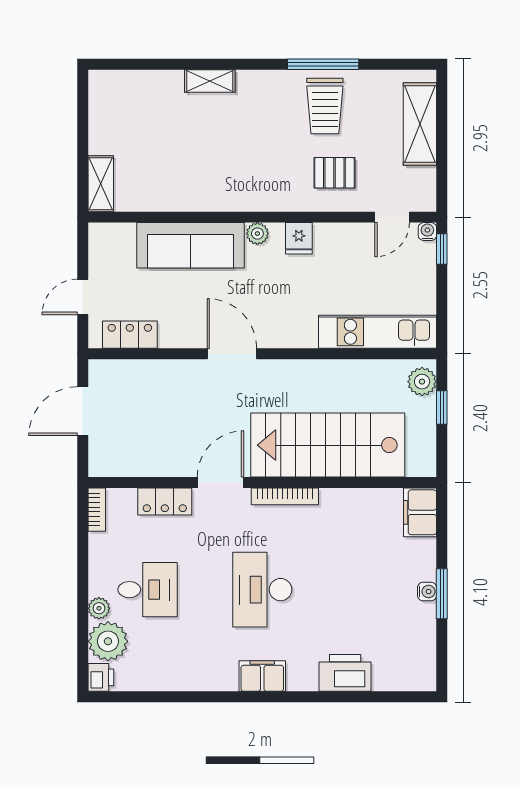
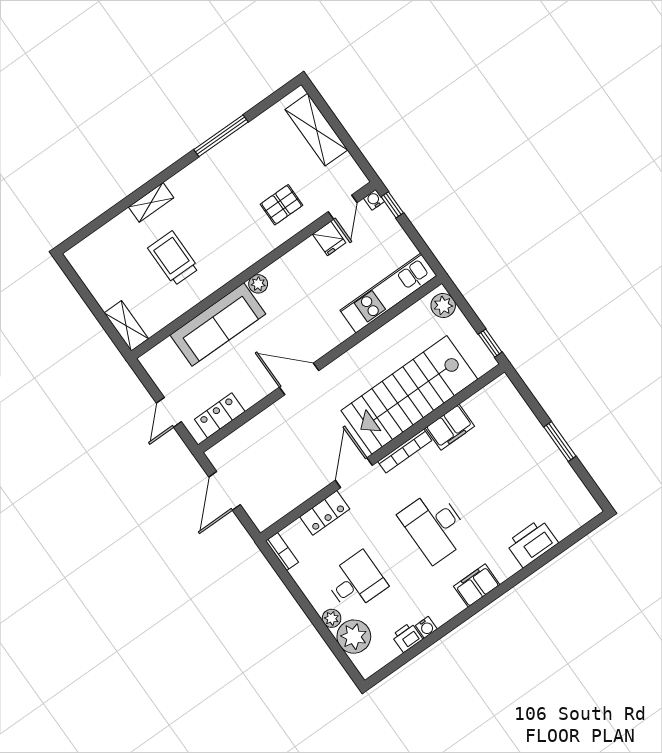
trolley: (325, 106) -> (173, 258), moved, turned 180
fridge: (299, 238) -> (329, 238), moved
window: (442, 407) -> (490, 343), moved
filing cabinet: (420, 512) -> (450, 427), moved, turned -90
water cooler: (427, 592) -> (426, 627), moved, turned 90
printer: (101, 677) -> (407, 637), moved, turned -90

